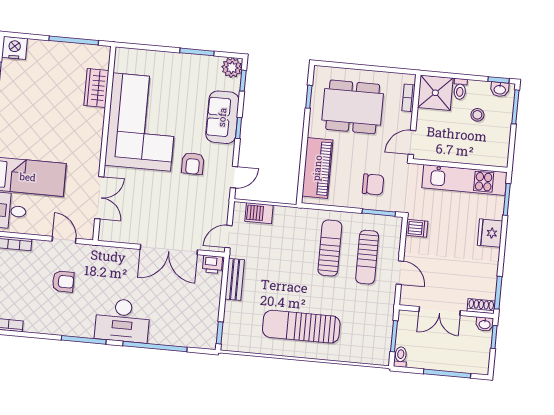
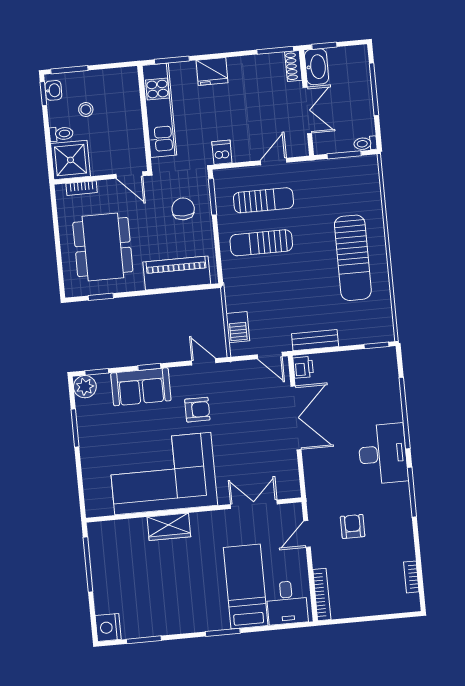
wardrobe: (96, 88) -> (169, 527), moved
washbasin: (485, 324) -> (317, 67), width x1.91, depth x1.45

